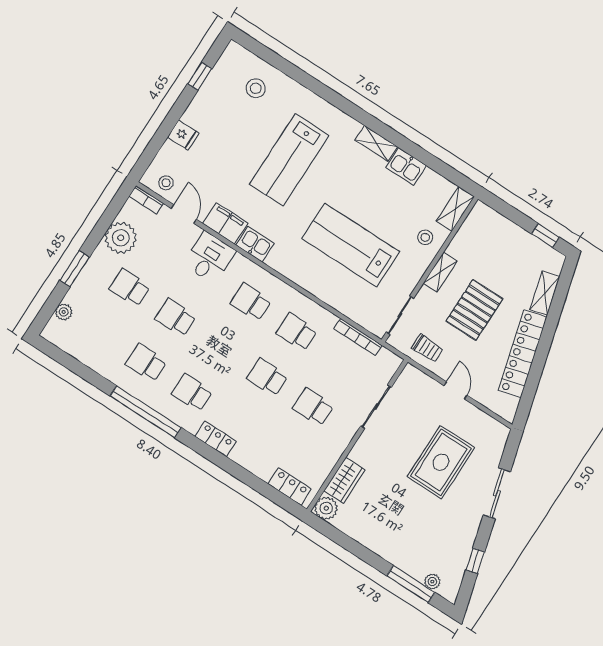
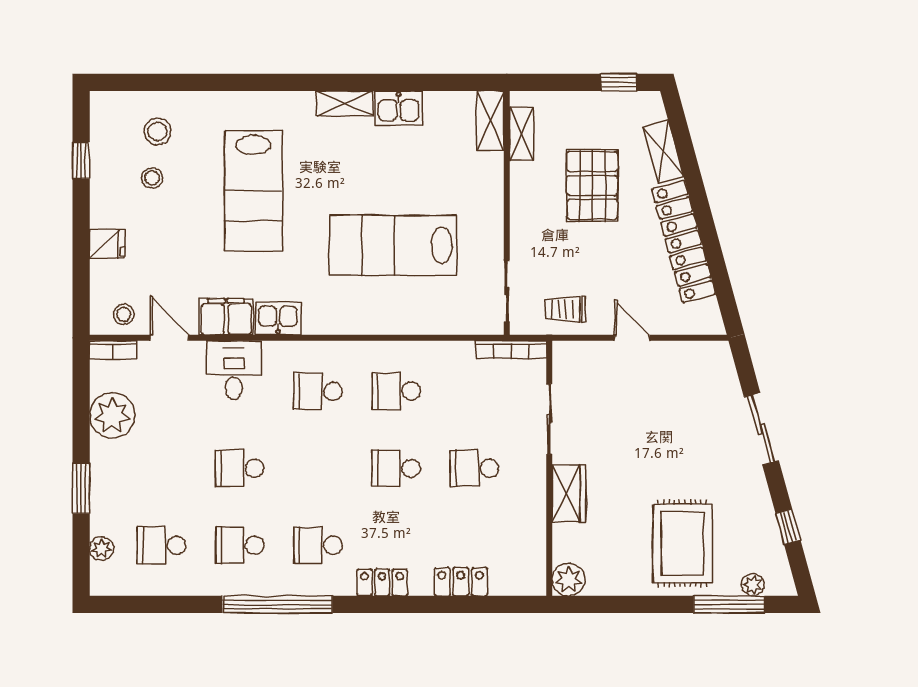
stool: (425, 237) -> (152, 178), moved
shelving: (440, 272) -> (521, 134), moved
school desk: (130, 288) -> (162, 545), moved
pallet: (474, 310) -> (592, 185), moved
bookcase: (358, 337) -> (511, 350), moved
trolley: (427, 348) -> (565, 309), turned 180
rug: (441, 462) -> (682, 543), moved
wardrobe: (344, 480) -> (569, 494), moved
locker: (290, 486) -> (461, 582), moved

